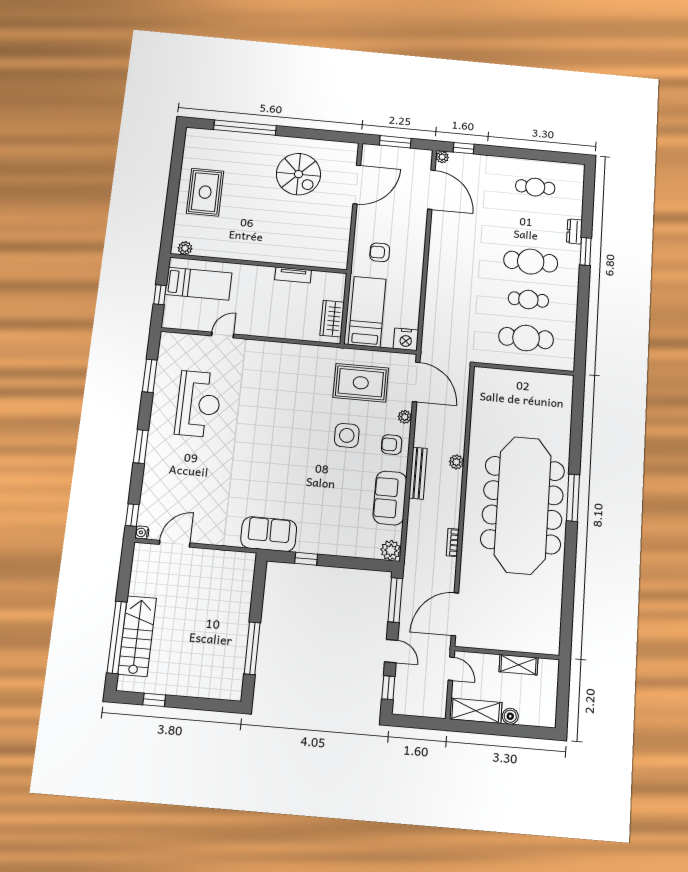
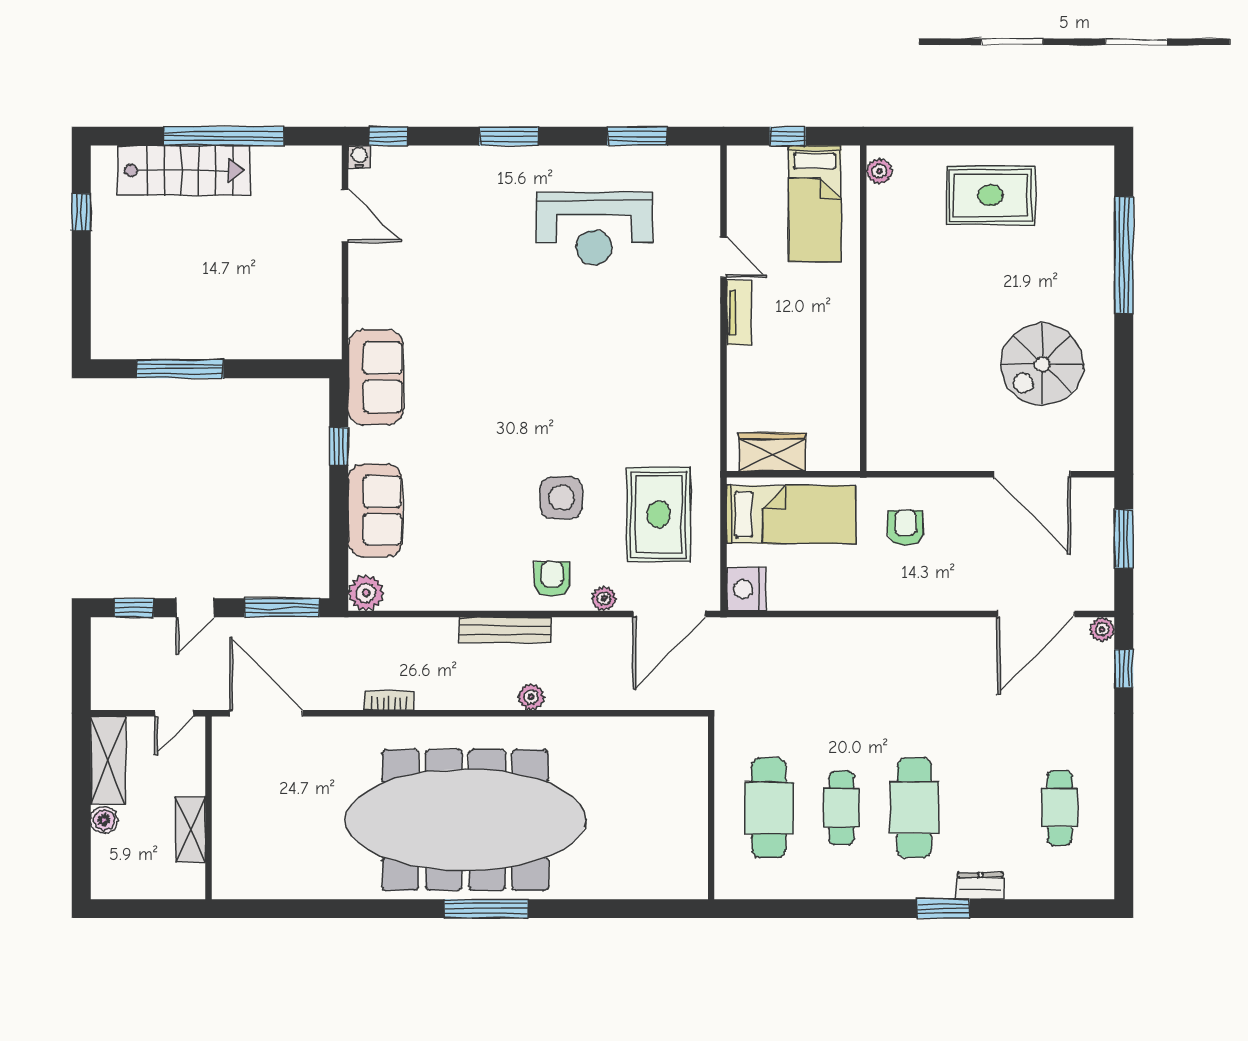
tv unit: (293, 275) -> (739, 313), moved, turned 180
sofa: (390, 498) -> (375, 510), moved, turned 90
window: (117, 637) -> (224, 136), moved

